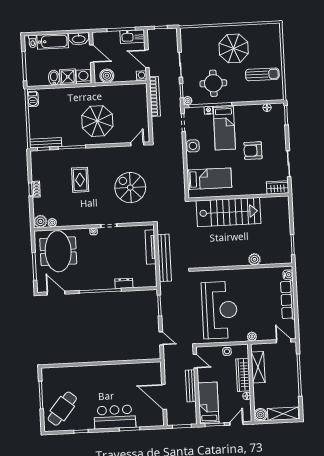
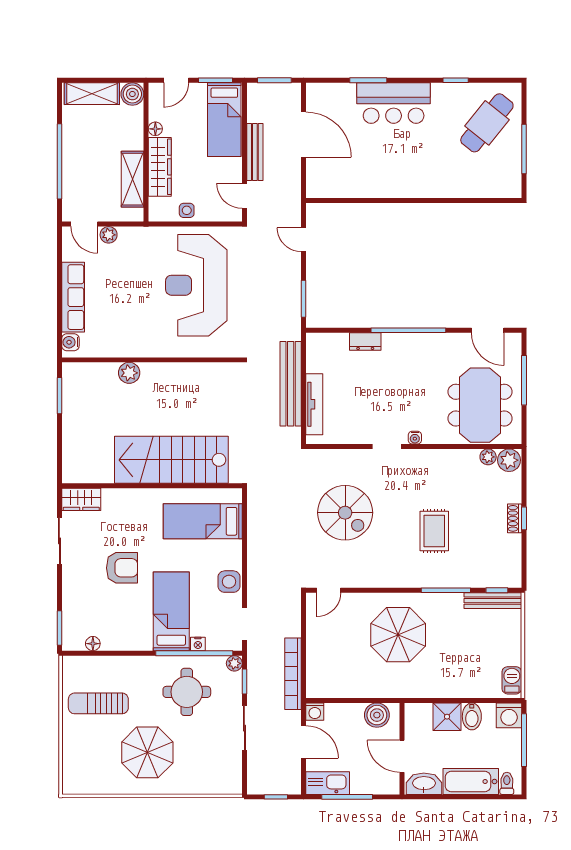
washing machine: (83, 77) -> (509, 715), moved
plant: (252, 337) -> (109, 235), moved

